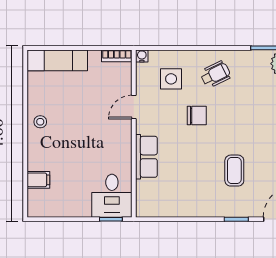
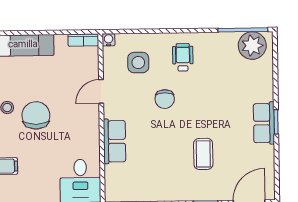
wheelchair: (215, 74) -> (183, 57), turned -64
chair: (197, 116) -> (165, 99), turned 90
chair: (69, 130) -> (36, 115), added

